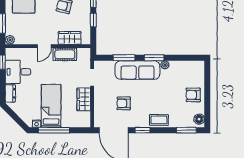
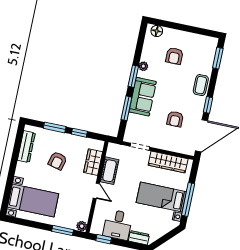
sofa: (138, 70) -> (143, 97), width x0.73
armchair: (193, 95) -> (174, 56), moved
wardrobe: (84, 99) -> (168, 162), width x1.50
floor lamp: (199, 119) -> (157, 31), moved

